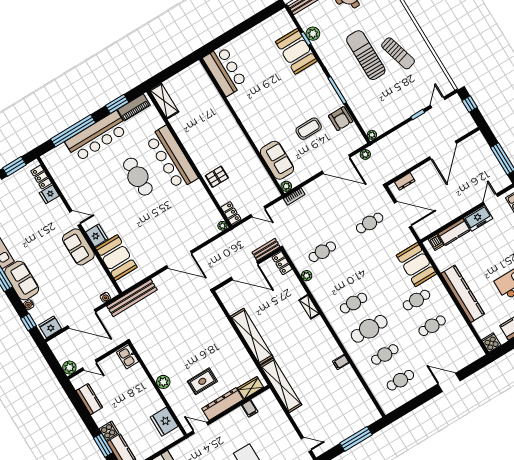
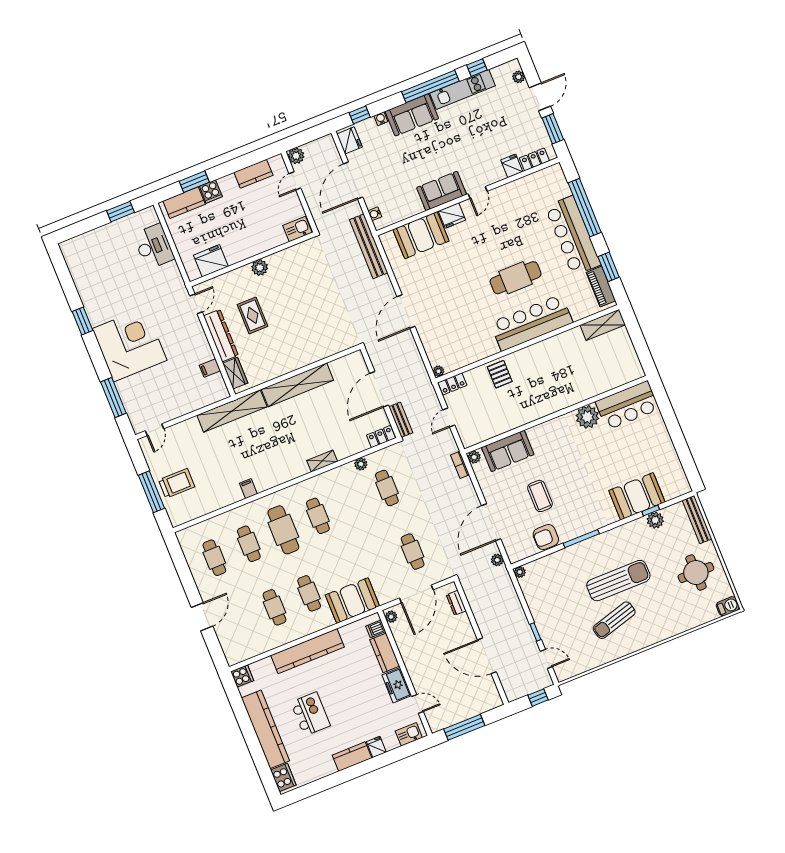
plant: (239, 101) -> (587, 417), added
plant: (424, 232) -> (391, 617), added
trolley: (346, 420) -> (177, 483), added

